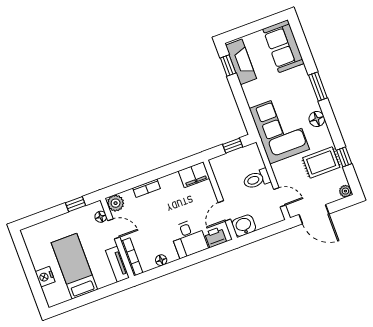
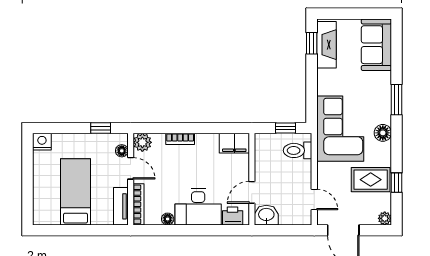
toilet: (257, 179) -> (298, 150), moved
desk: (189, 238) -> (198, 207), width x1.37
nightstand: (45, 277) -> (42, 142), moved, turned 90

